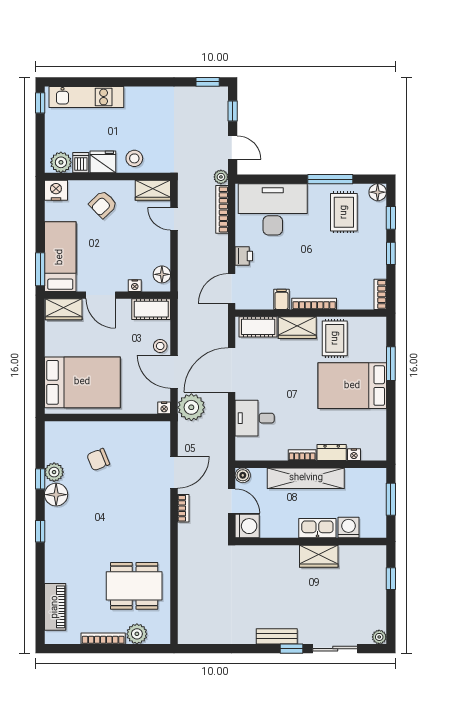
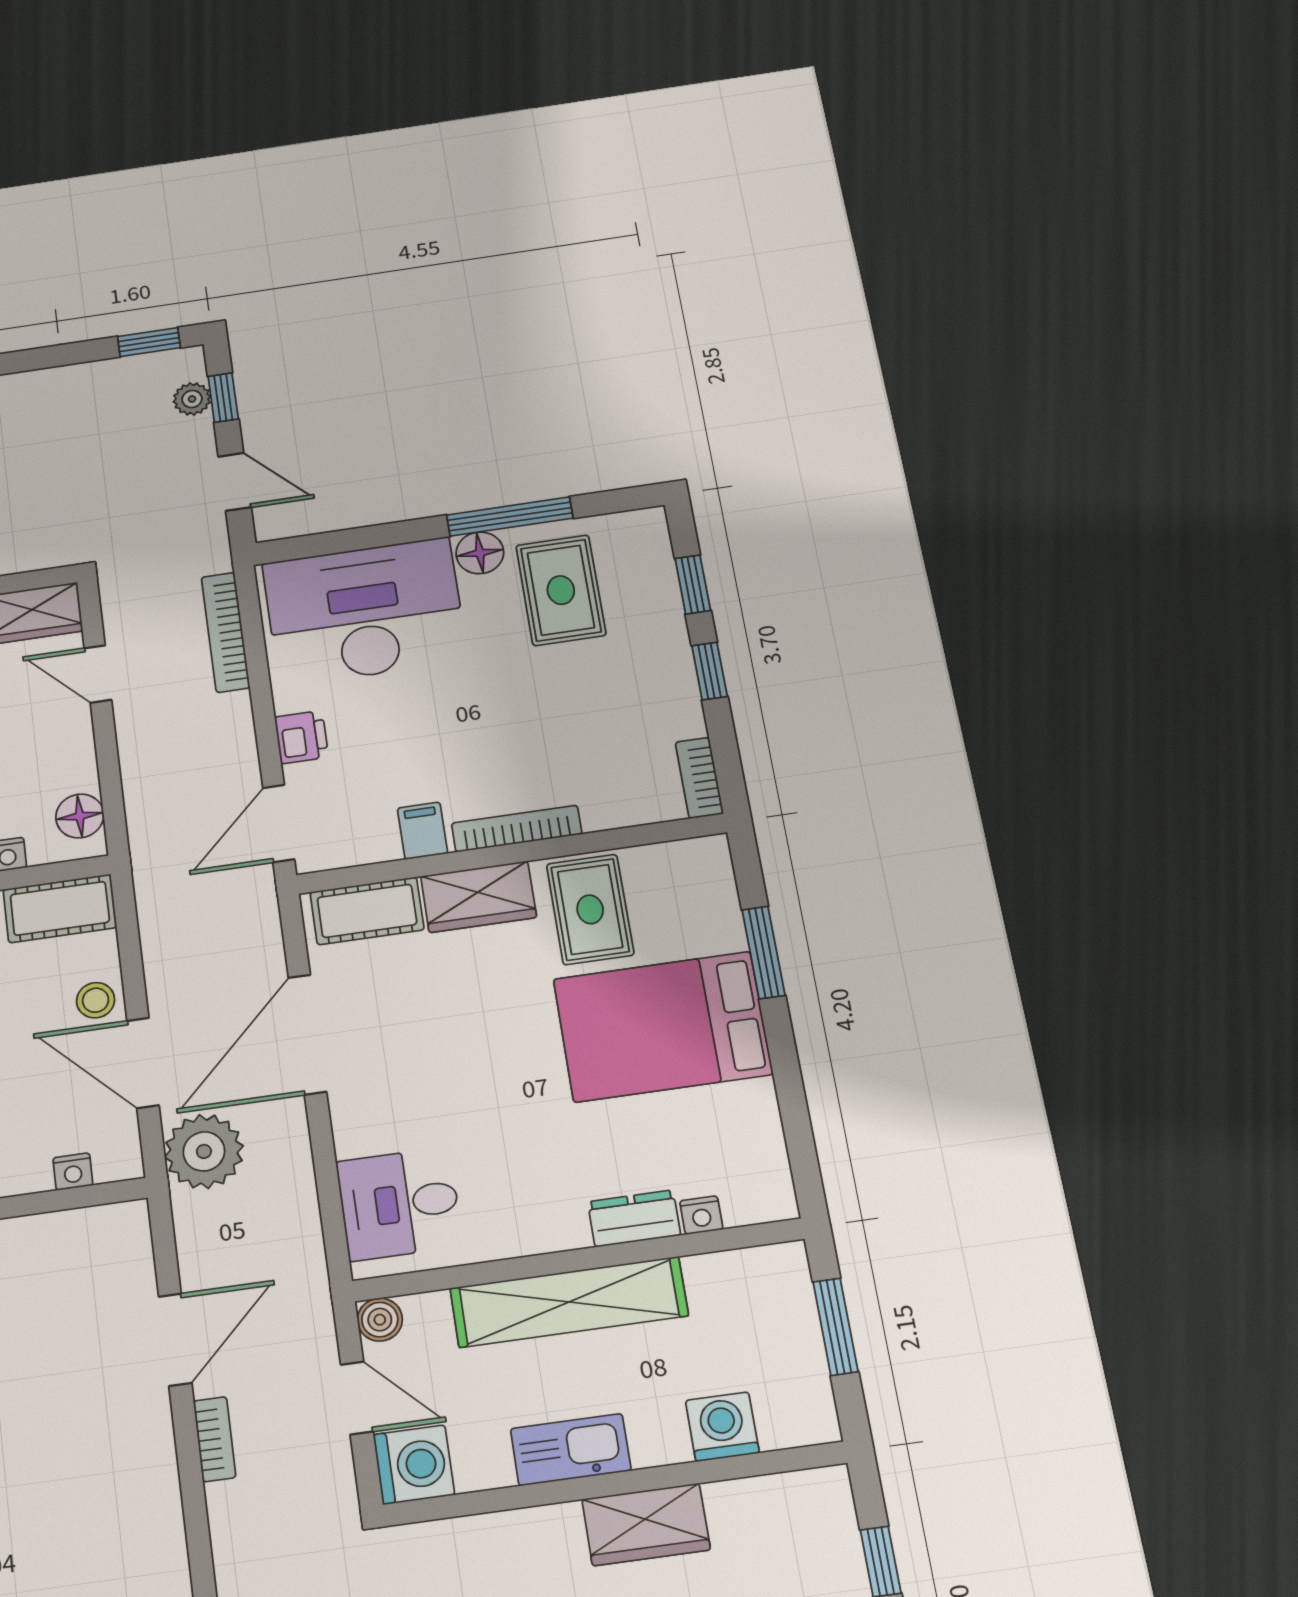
plant: (221, 177) -> (192, 399), moved
floor lamp: (378, 192) -> (480, 553), moved
nightstand: (164, 408) -> (73, 1172), moved
desk: (255, 418) -> (399, 1204), moved
bookcase: (302, 455) -> (547, 1238), removed
kitchen sink: (317, 528) -> (571, 1450), moved

